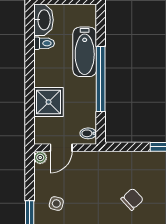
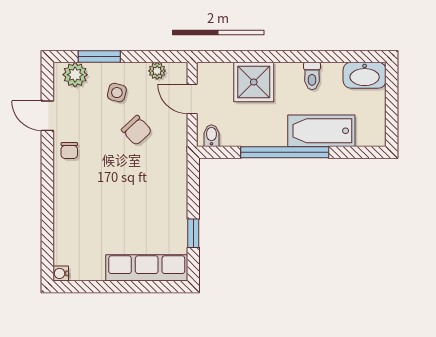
toilet: (44, 43) -> (312, 76), moved
plant: (40, 157) -> (157, 71), moved
chair: (132, 199) -> (137, 130), moved

